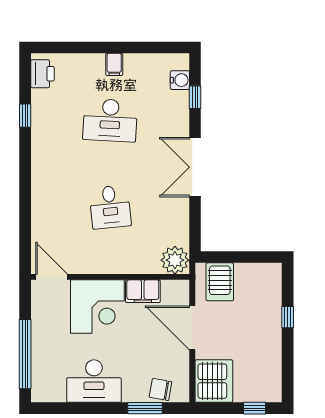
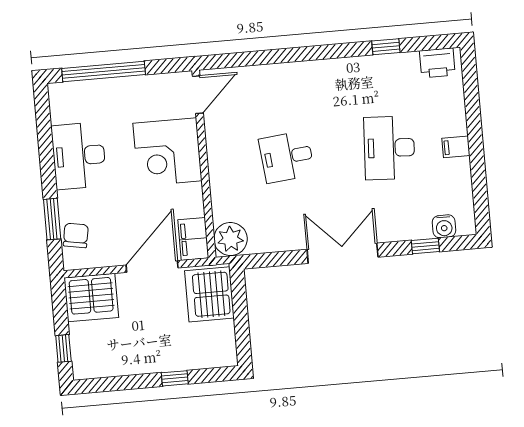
server rack: (220, 282) -> (209, 294), width x1.60
filing cabinet: (143, 291) -> (193, 239), moved

